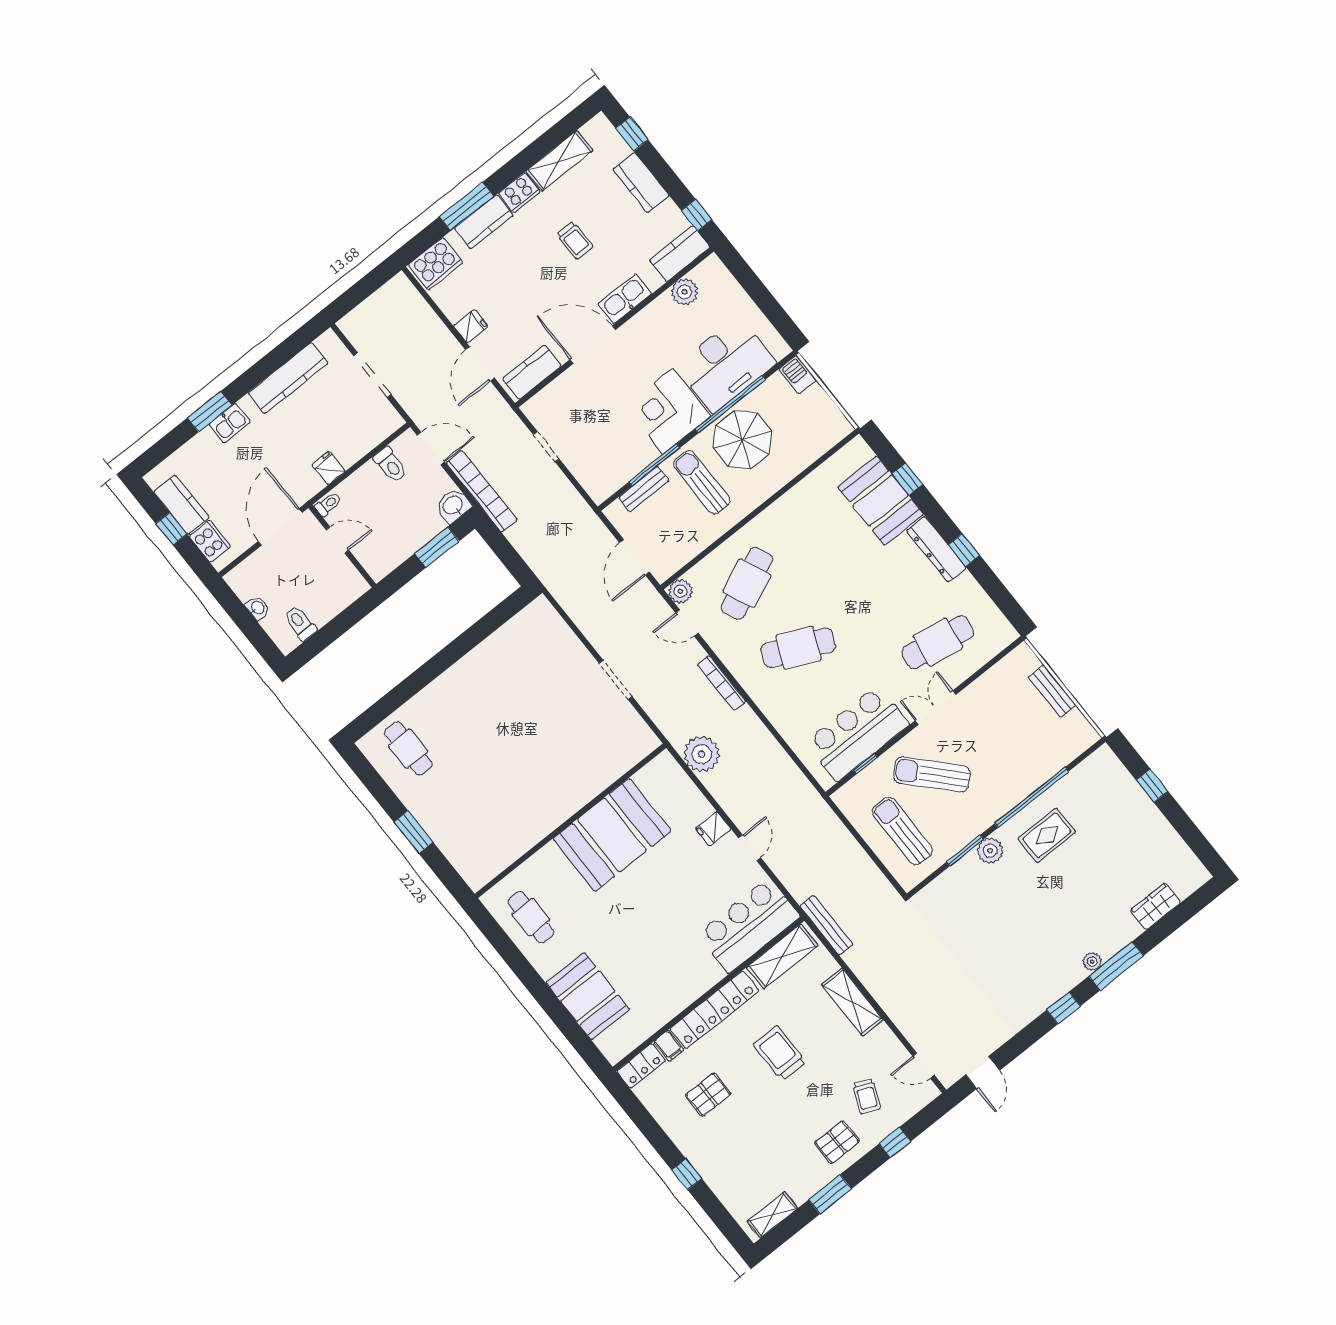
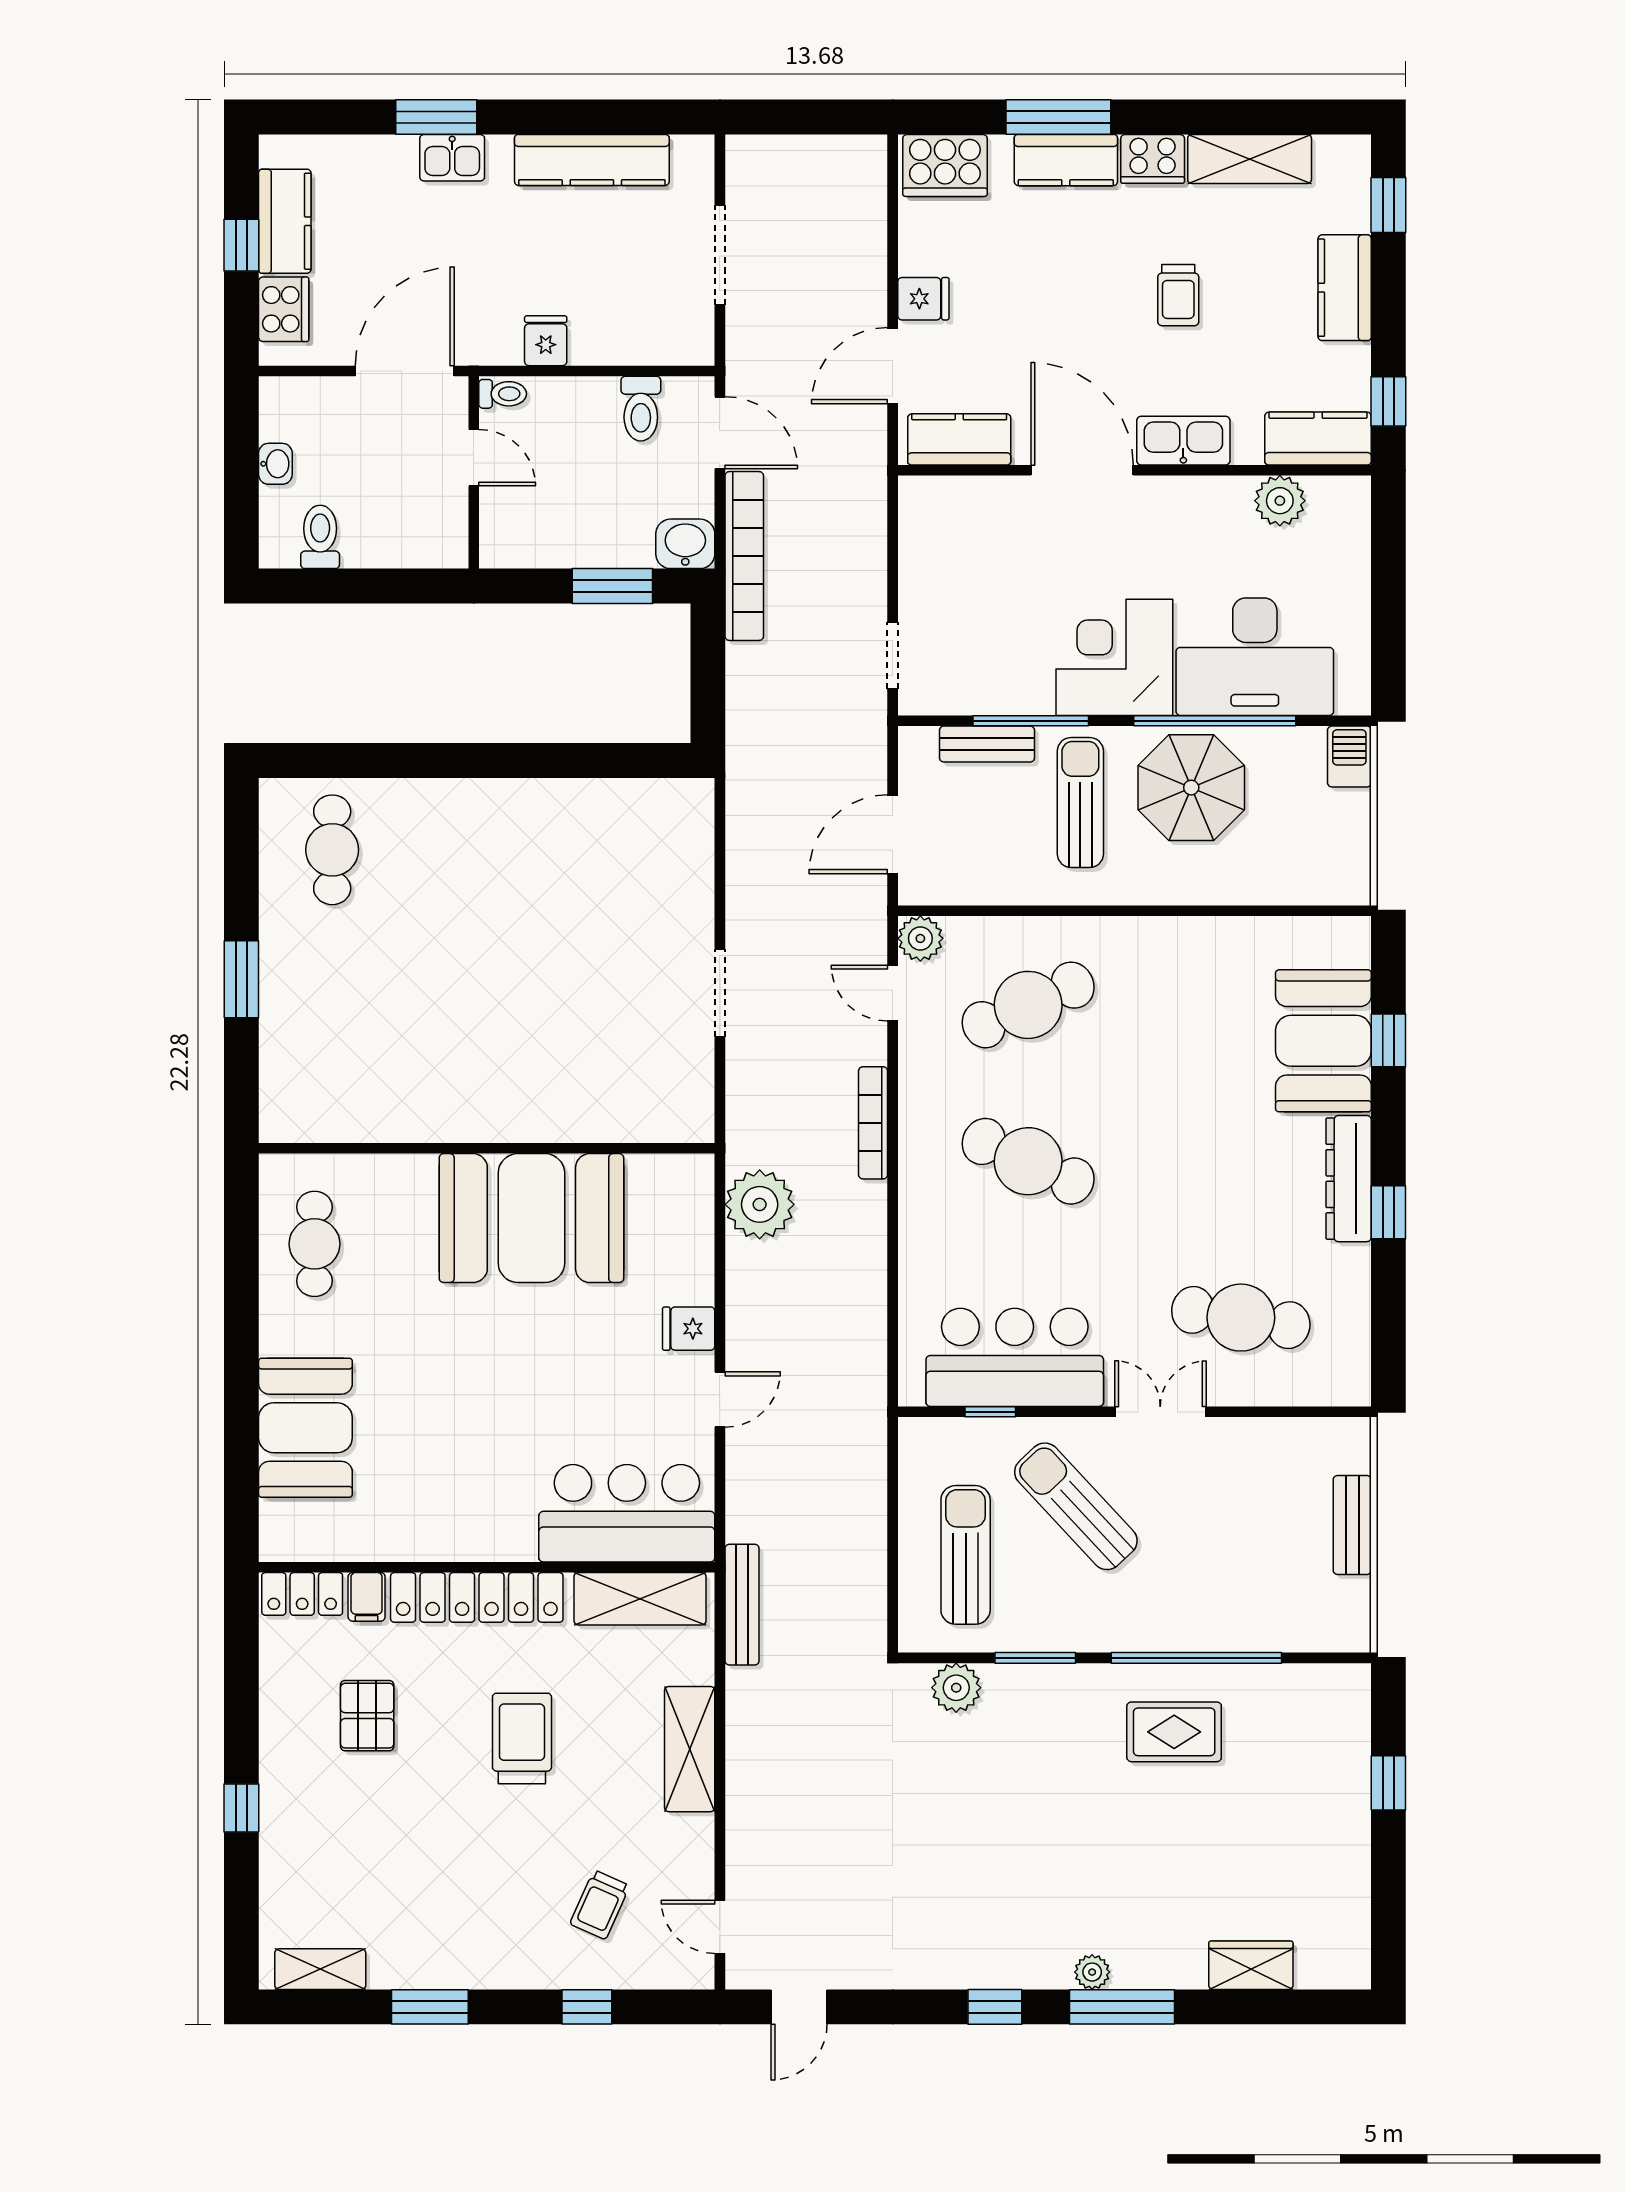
doorway: (546, 447) -> (893, 656), moved
plant: (990, 851) -> (956, 1688), moved
pallet: (708, 1095) -> (367, 1716), turned 90
pallet: (837, 1142) -> (502, 1938), removed

